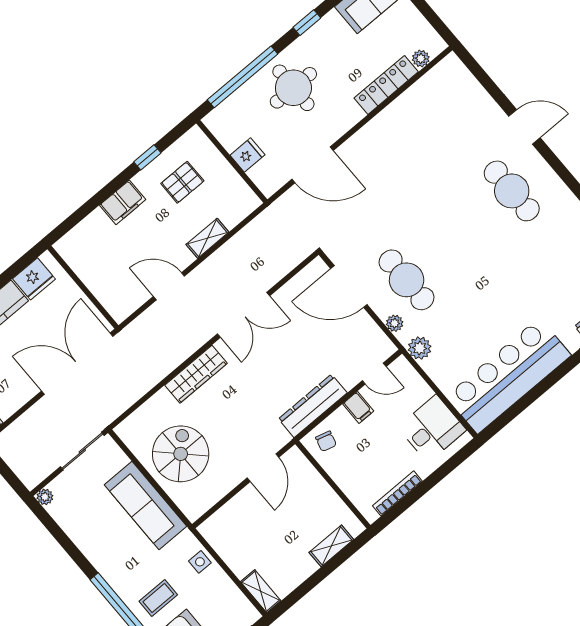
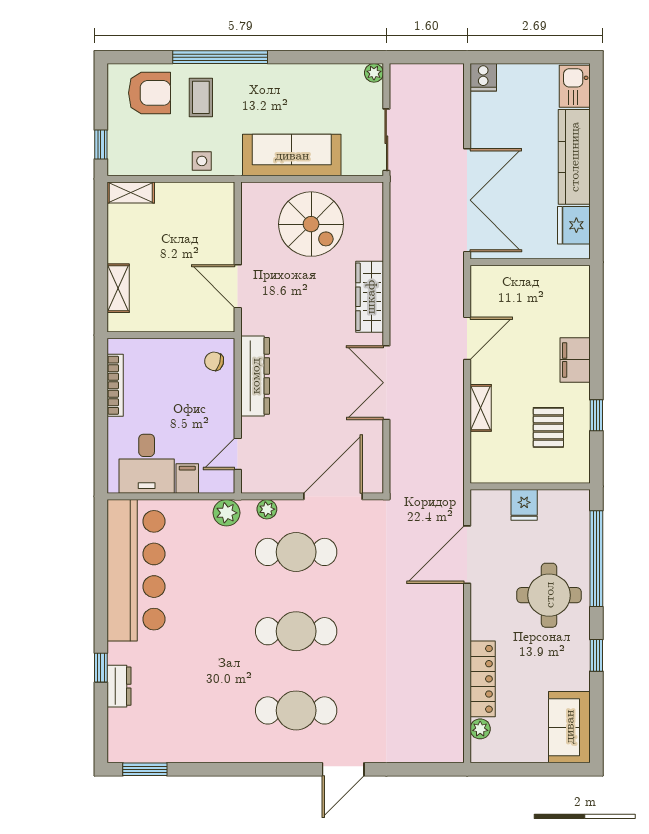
cafe table: (459, 235) -> (296, 631), added
filing cabinet: (358, 407) -> (187, 479), moved, turned 90

